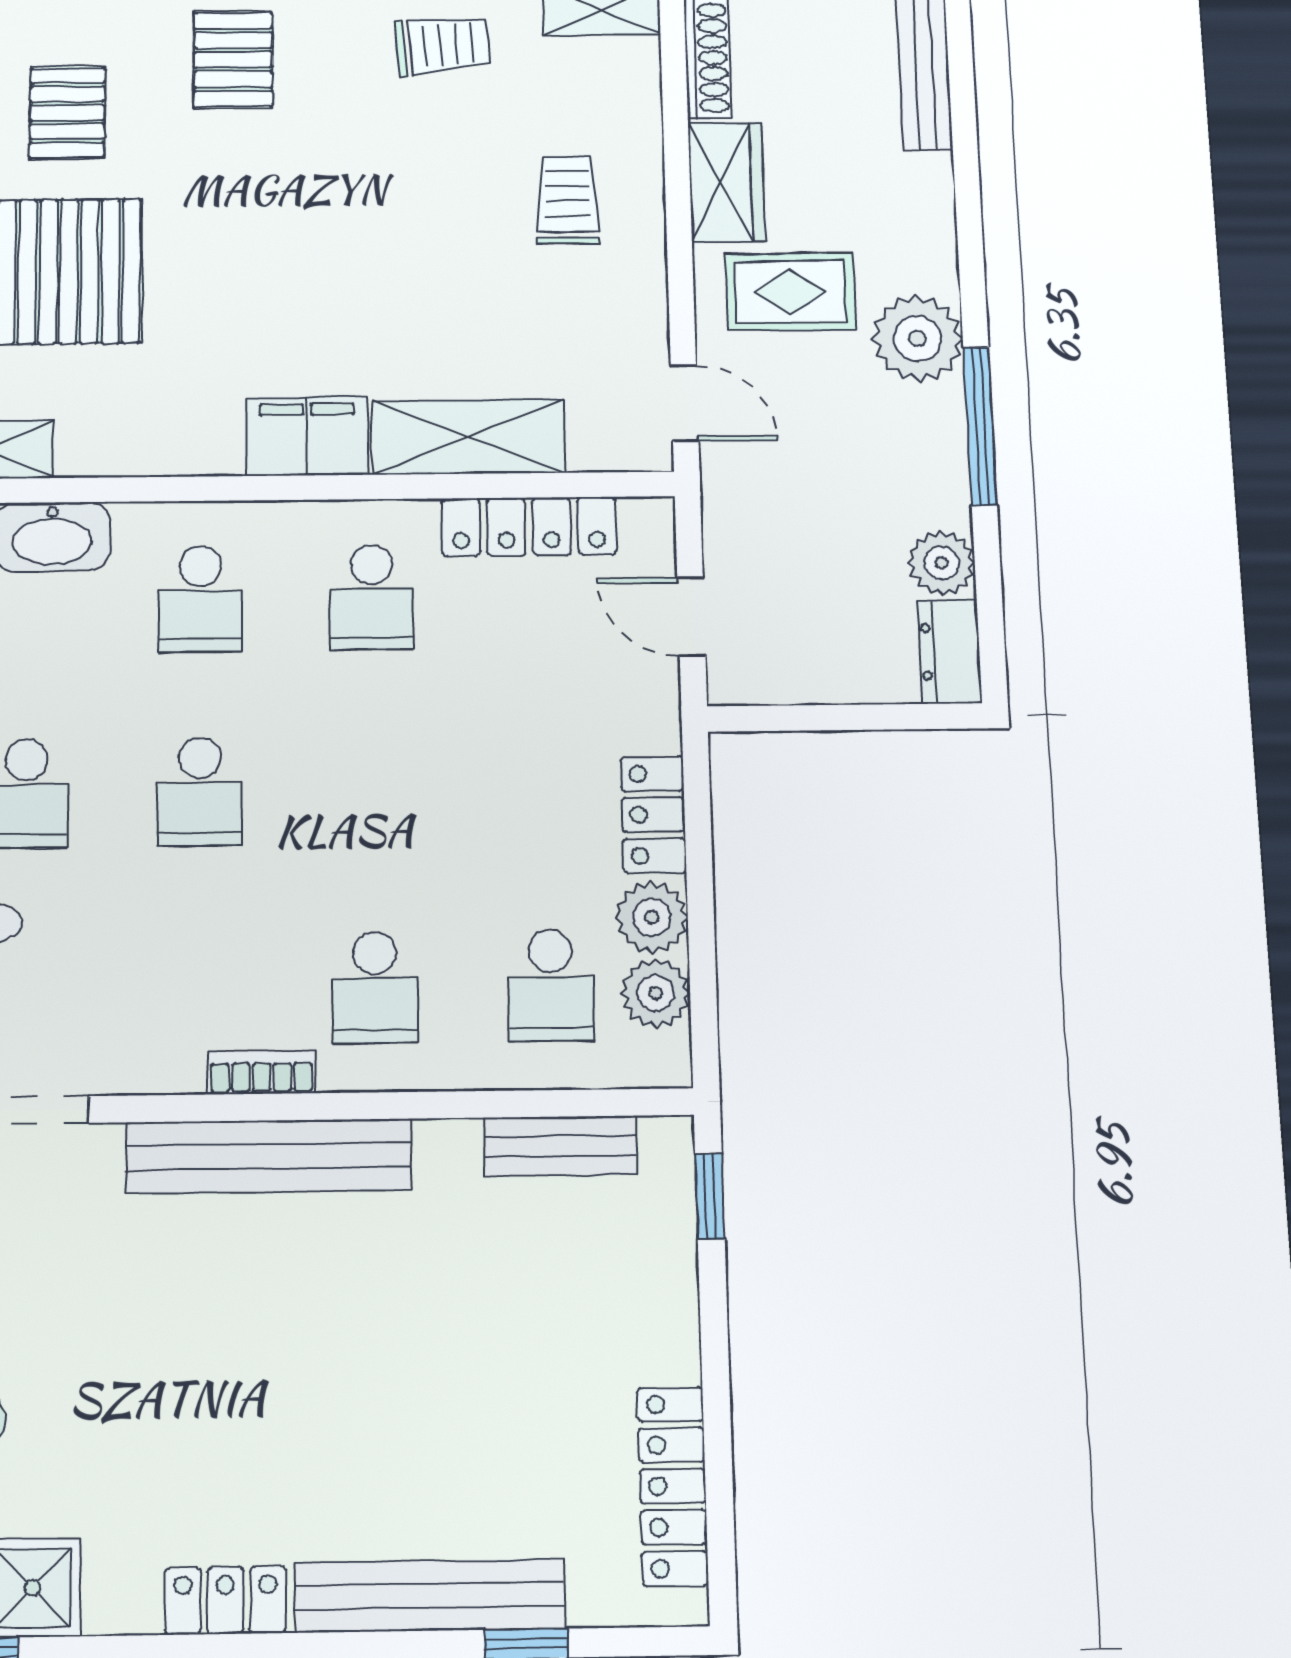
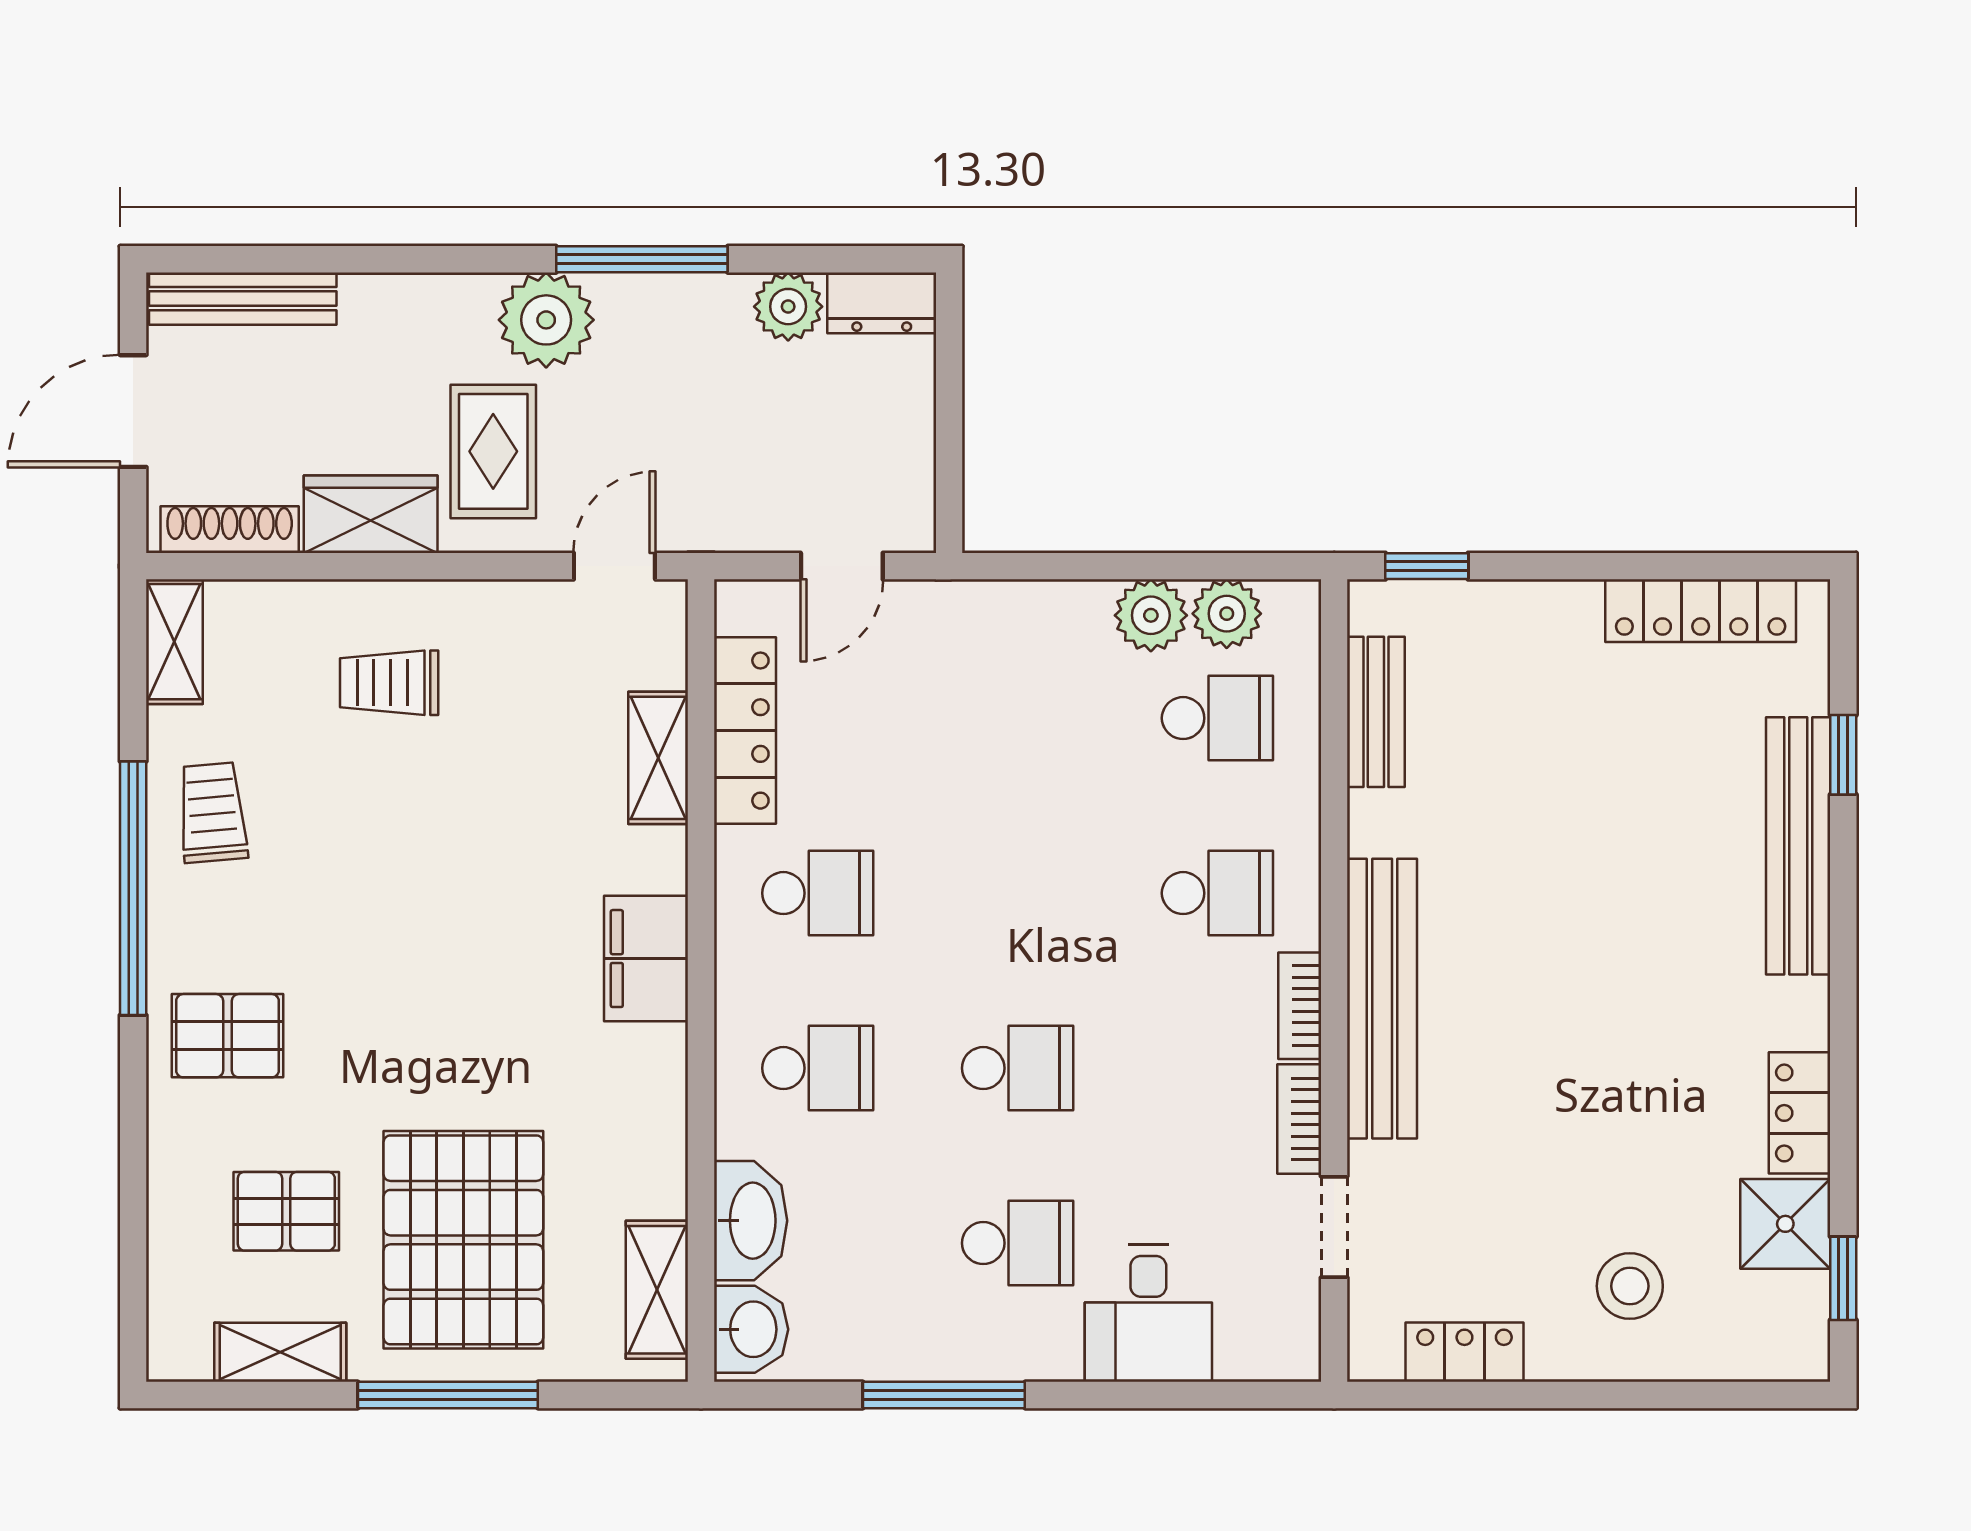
shelving: (469, 437) -> (658, 758), width x0.67, depth x0.75
locker: (653, 815) -> (1047, 611), removed
bookcase: (147, 1073) -> (1299, 1119), added
locker: (225, 1600) -> (1800, 1113), moved

